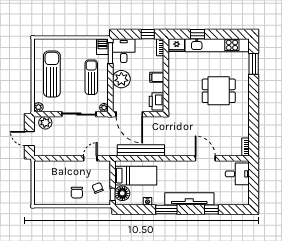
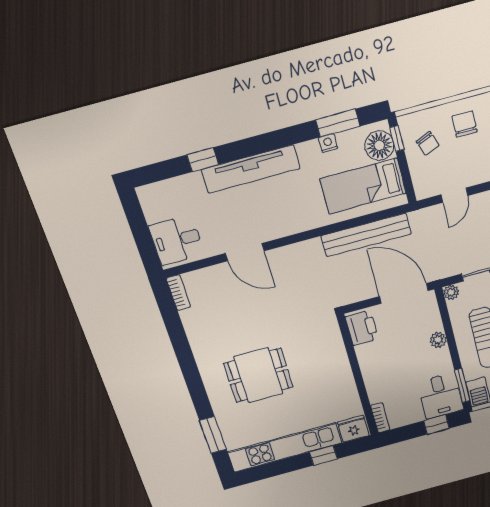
window: (148, 34) -> (436, 425), moved
filing cabinet: (157, 77) -> (372, 368), removed
plant: (121, 79) -> (438, 340), width x0.53, depth x0.53
window: (166, 210) -> (338, 123), moved

